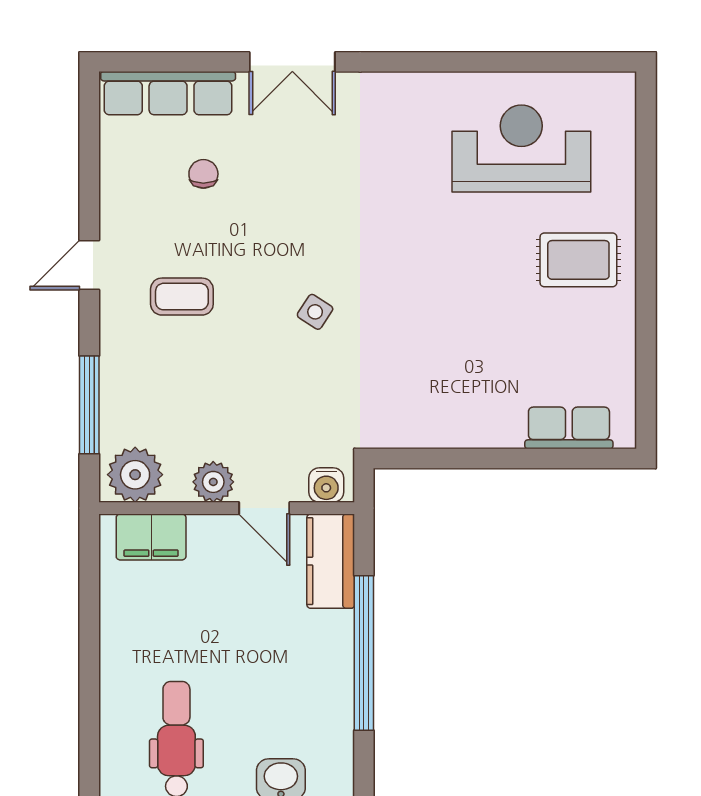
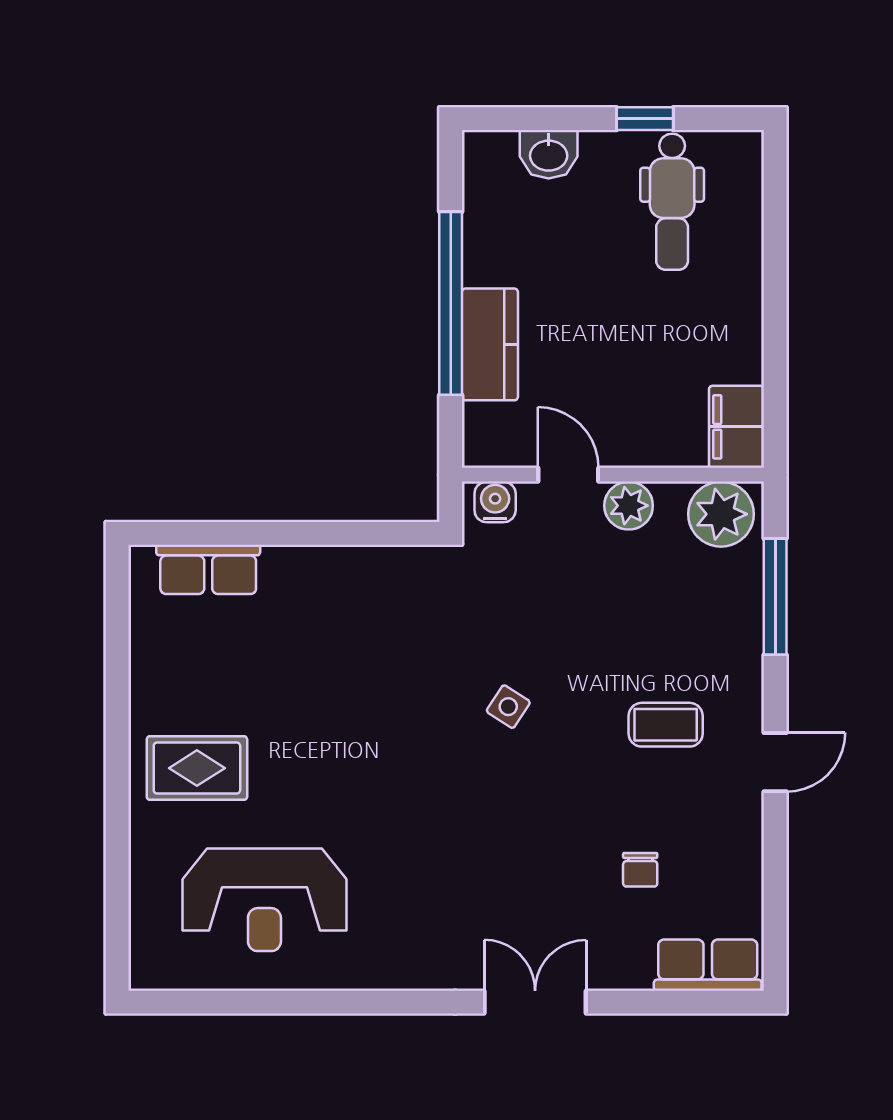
row of seats: (168, 93) -> (708, 965), width x0.68
filing cabinet: (151, 537) -> (736, 427), moved, turned -90
kitchen counter: (331, 561) -> (490, 344), moved

